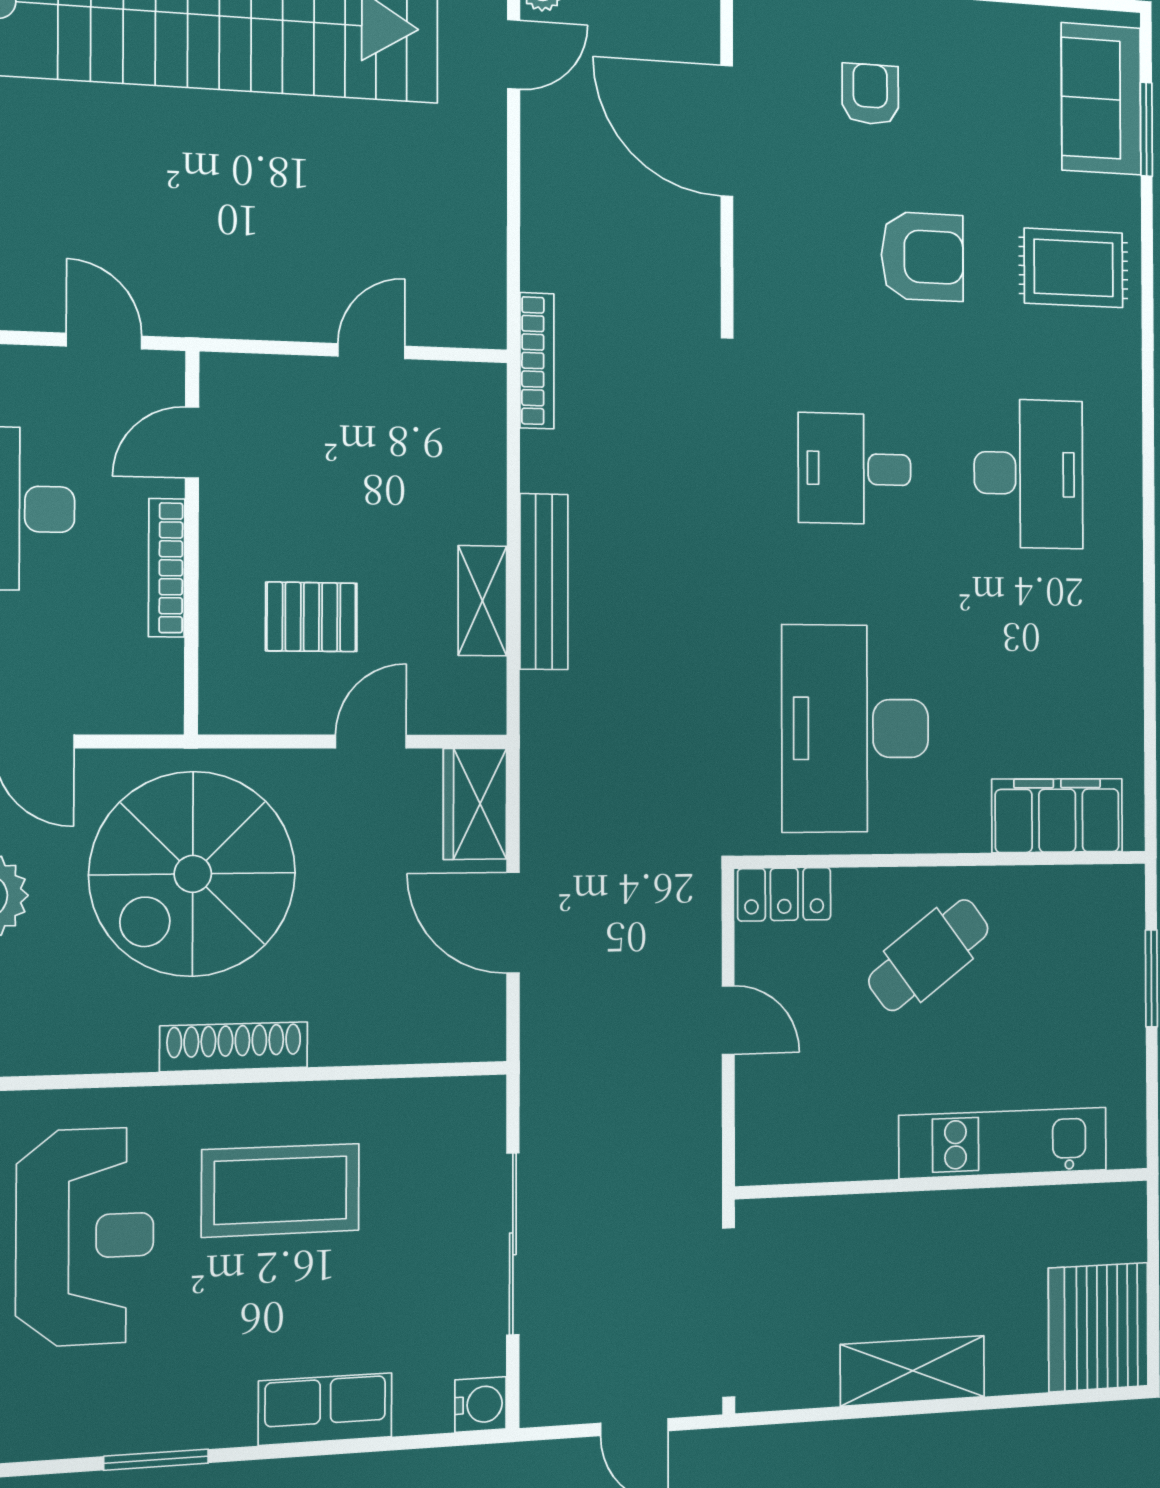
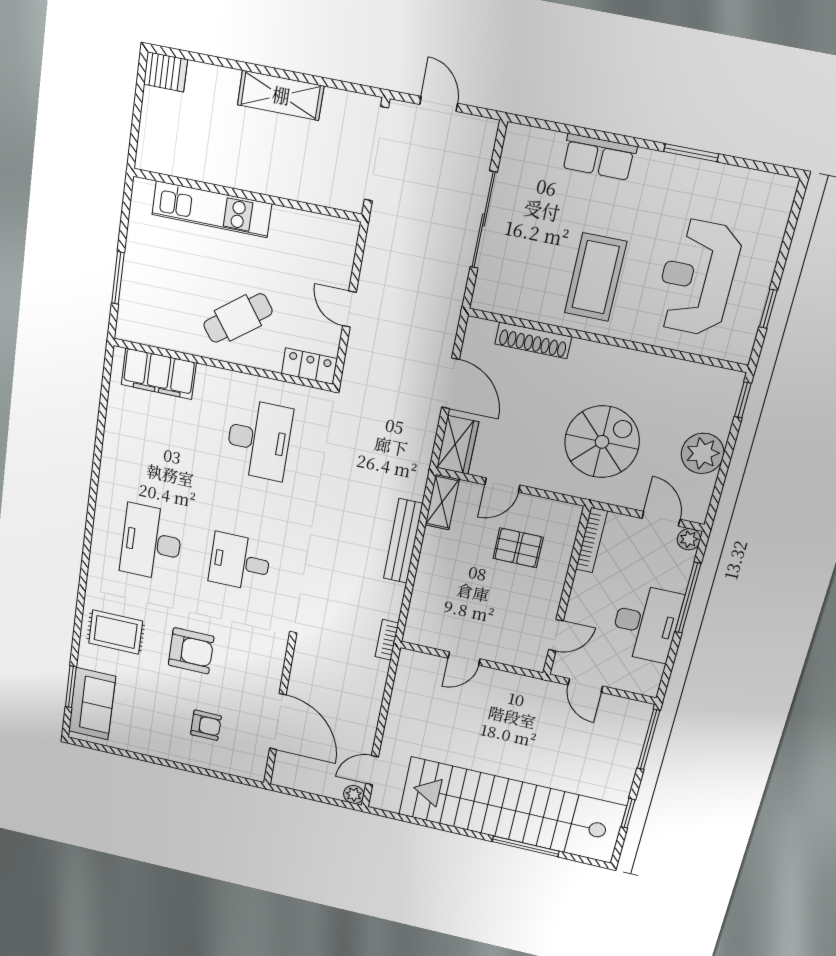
armchair: (870, 94) -> (206, 725), turned -90
armchair: (922, 257) -> (191, 651), turned 180
bookcase: (537, 361) -> (387, 640), width x0.64
desk: (855, 469) -> (240, 562), turned 180
bookcase: (167, 568) -> (591, 540), moved
shelving: (482, 601) -> (442, 502), moved
desk: (855, 728) -> (259, 440), width x0.73, depth x0.77
spiral stairs: (193, 874) -> (602, 442), width x0.73, depth x0.73
shoe rack: (234, 1047) -> (533, 340), moved
coffee table: (281, 1190) -> (596, 277), turned 90
server rack: (1098, 1327) -> (166, 72), width x0.46, depth x0.70
water cooler: (481, 1404) -> (518, 138), removed

